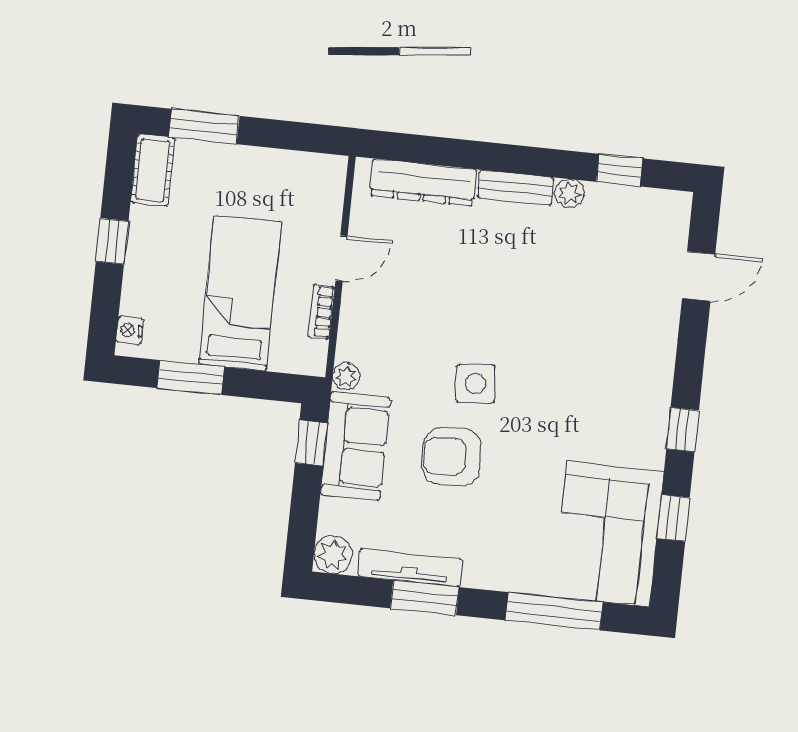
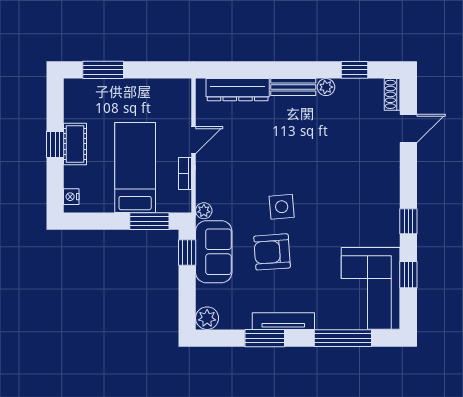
cot: (153, 170) -> (75, 144), moved
shoe rack: (678, 217) -> (392, 94), added
window: (191, 377) -> (149, 221), moved
tv unit: (410, 568) -> (283, 321), moved

